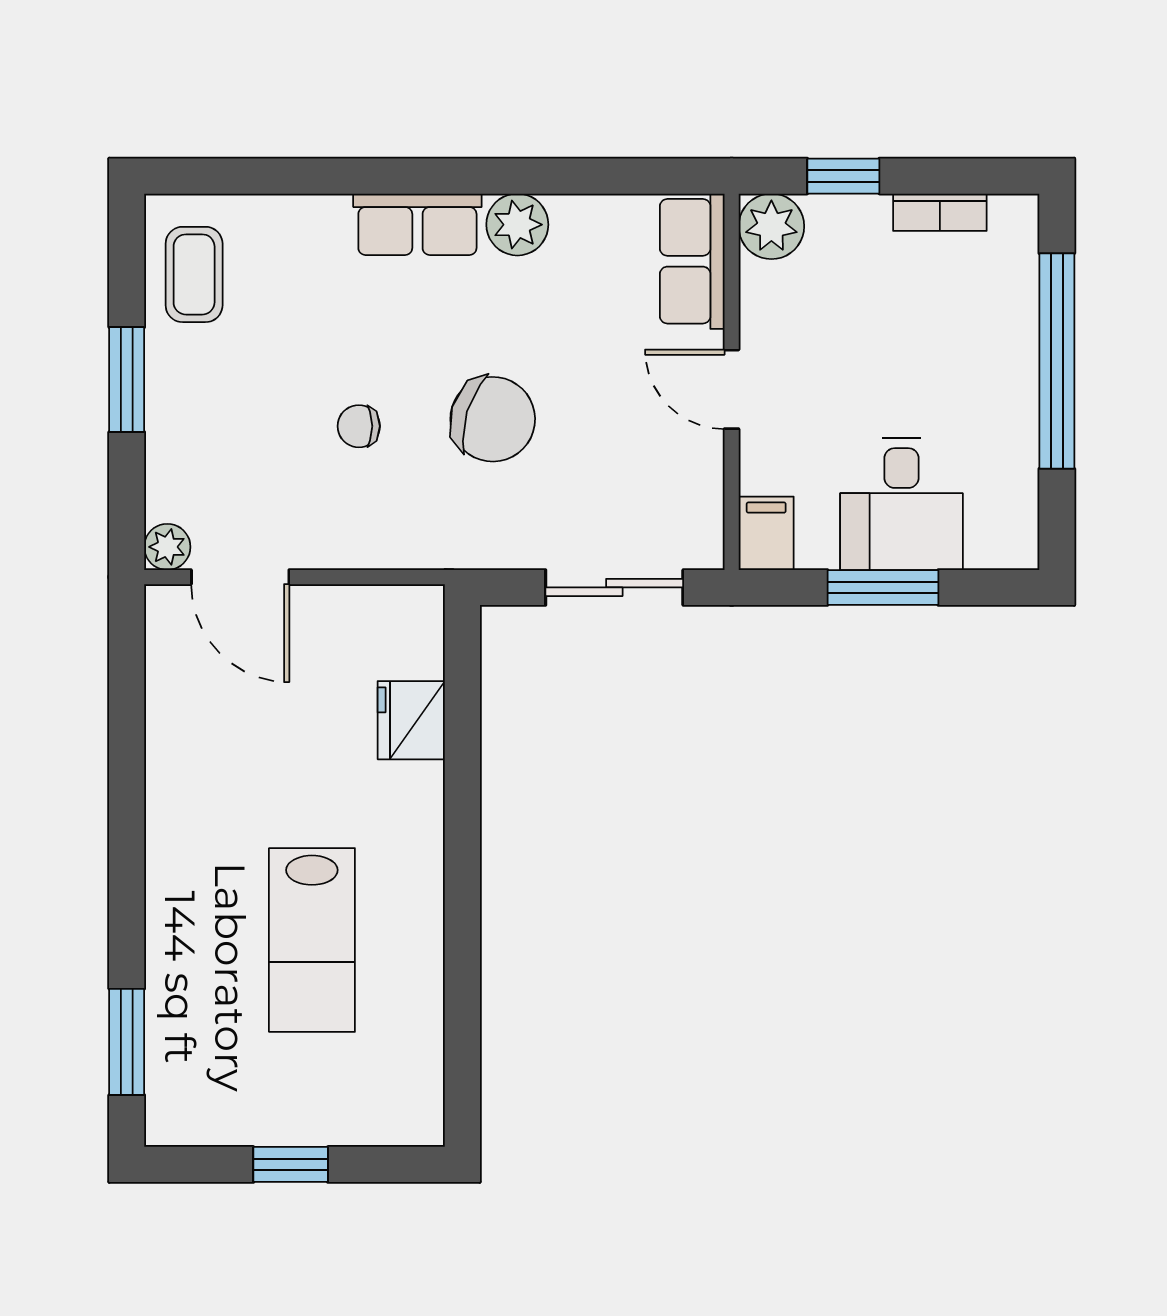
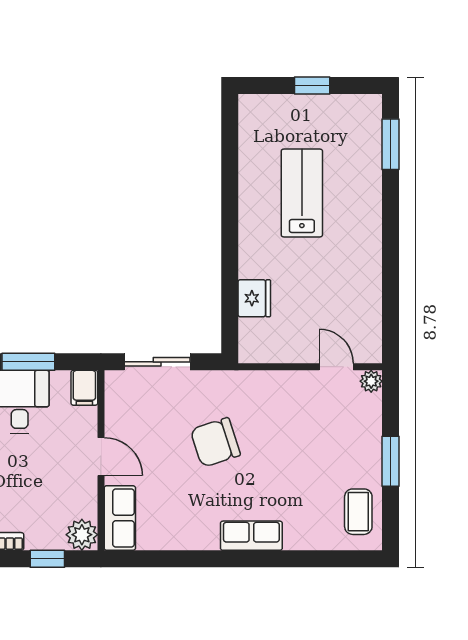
plant: (517, 225) -> (204, 536), removed
chair: (493, 419) -> (215, 442), turned -35
chair: (359, 426) -> (279, 439), removed
door: (240, 577) -> (336, 367), width x0.73

